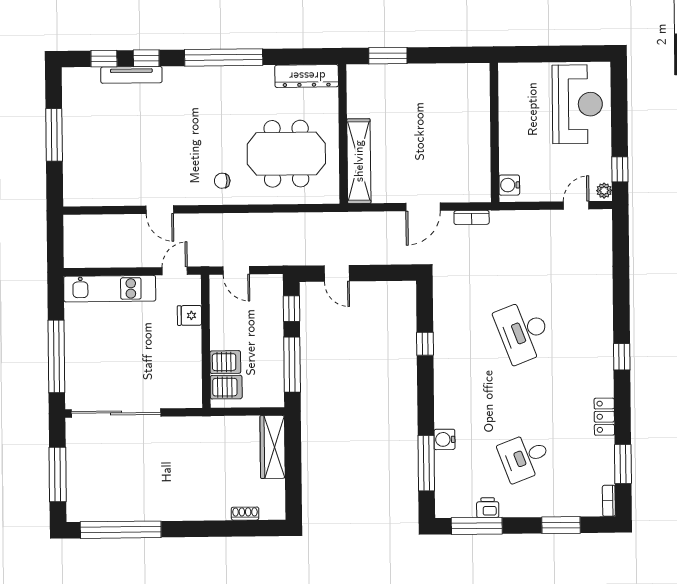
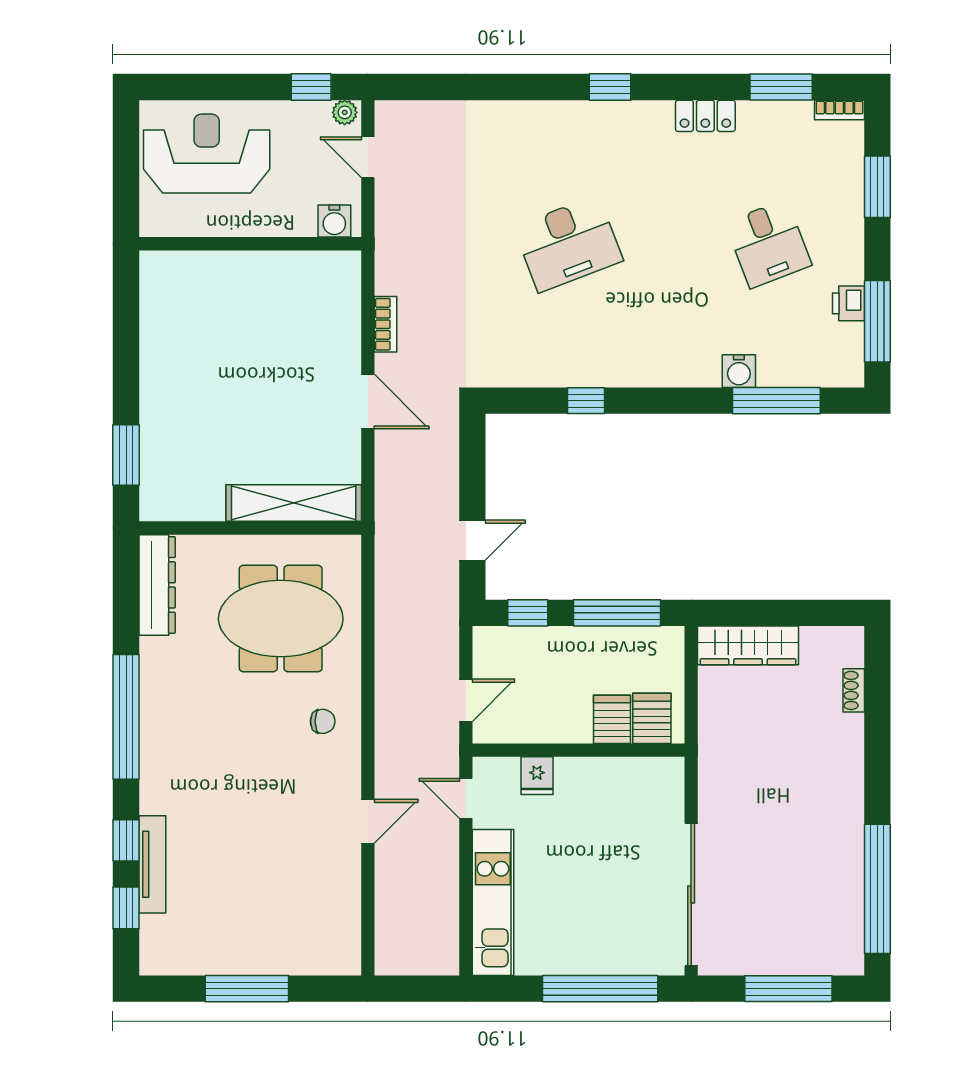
wall: (494, 132) -> (250, 244), moved
meeting table: (286, 154) -> (281, 619), turned 90
chair: (222, 181) -> (323, 721), turned -90
water cooler: (509, 185) -> (334, 221), moved

